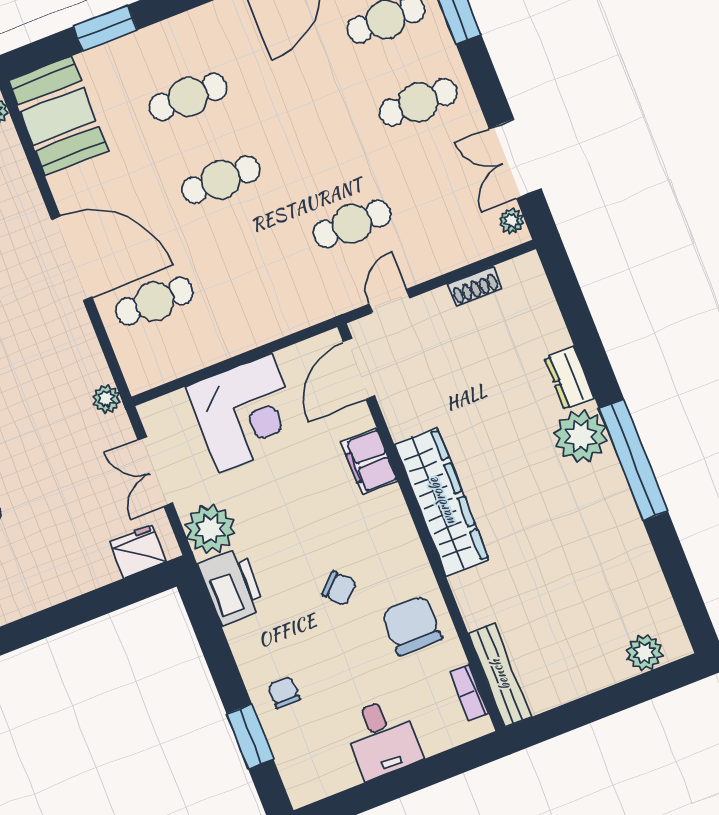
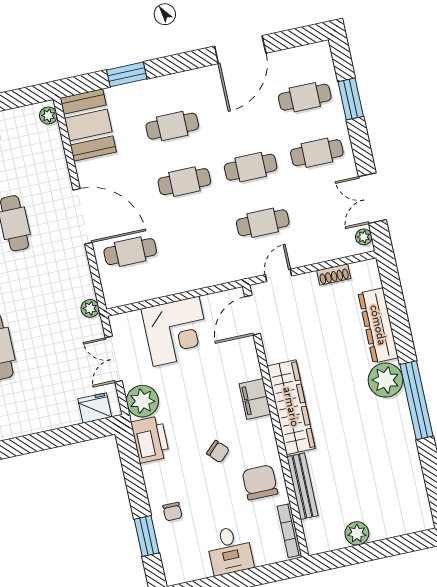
cafe table: (319, 141) -> (251, 167), added
dresser: (569, 378) -> (378, 325), width x1.96, depth x1.24
filing cabinet: (369, 461) -> (255, 399), moved
plant: (645, 653) -> (357, 533), moved
bench: (500, 675) -> (302, 486), moved
chair: (284, 692) -> (172, 512), turned 180
bookcase: (469, 693) -> (289, 531), width x1.56

